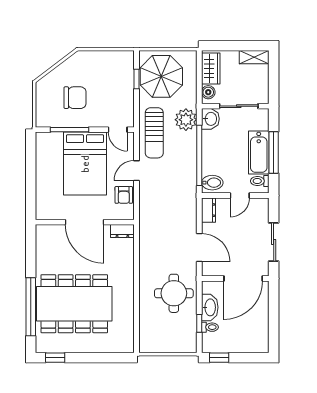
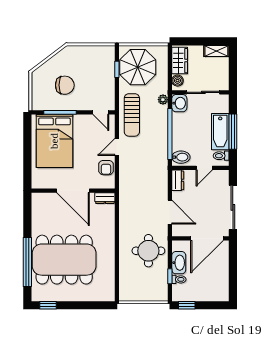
plant: (186, 120) -> (163, 100), width x0.53, depth x0.53
bed: (85, 164) -> (54, 141), moved
sliding door: (274, 242) -> (233, 207), width x1.37

